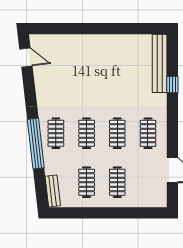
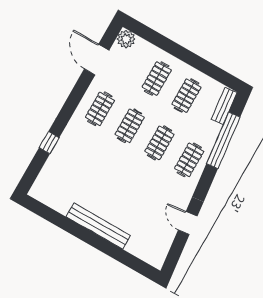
door: (26, 57) -> (188, 223), moved
bench: (160, 63) -> (98, 226), moved, turned 90
window: (36, 144) -> (223, 140), moved
plant: (159, 199) -> (126, 39), added

